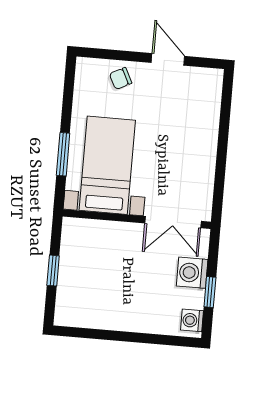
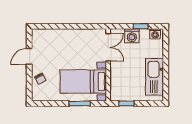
window: (53, 271) -> (126, 103), moved
kitchen sink: (105, 312) -> (154, 77), added

